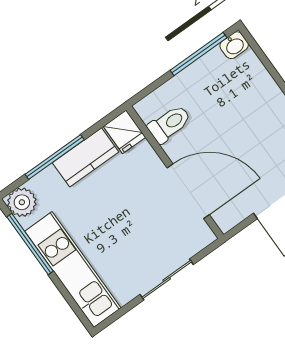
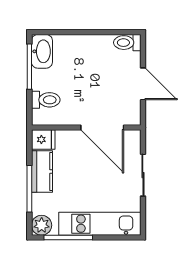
washbasin: (234, 45) -> (42, 51), width x1.91, depth x1.45
toilet: (169, 124) -> (46, 100), moved, turned 90
door: (188, 191) -> (102, 127), swing flipped

